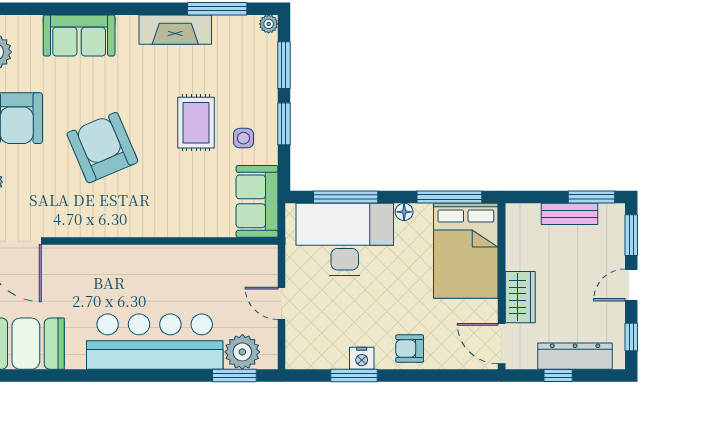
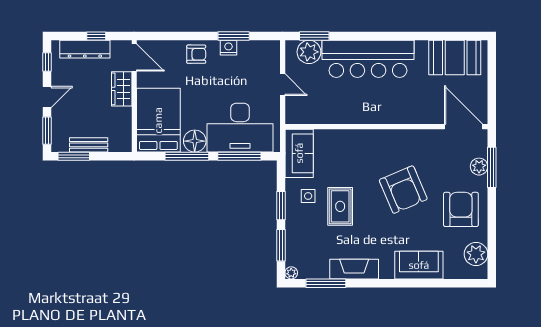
window: (449, 197) -> (187, 156), moved
floor lamp: (404, 212) -> (195, 141), width x1.89, depth x1.89

